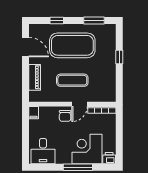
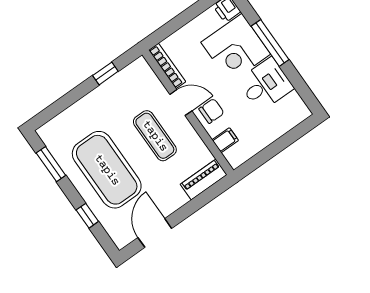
window: (119, 57) -> (105, 73), moved
piano: (35, 77) -> (204, 180), moved
filing cabinet: (34, 113) -> (225, 140), moved
desk: (43, 151) -> (266, 84), moved

